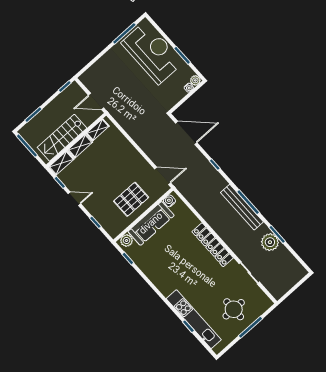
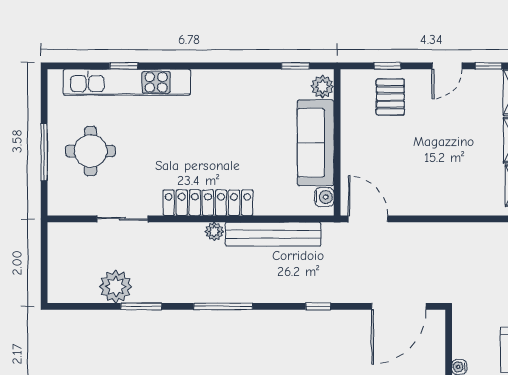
door: (163, 176) -> (368, 219), swing flipped
pallet: (131, 199) -> (390, 97), moved, width x0.67, depth x0.71
bench: (242, 207) -> (273, 234), moved
plant: (222, 232) -> (214, 231), added
plant: (270, 242) -> (116, 287), moved

